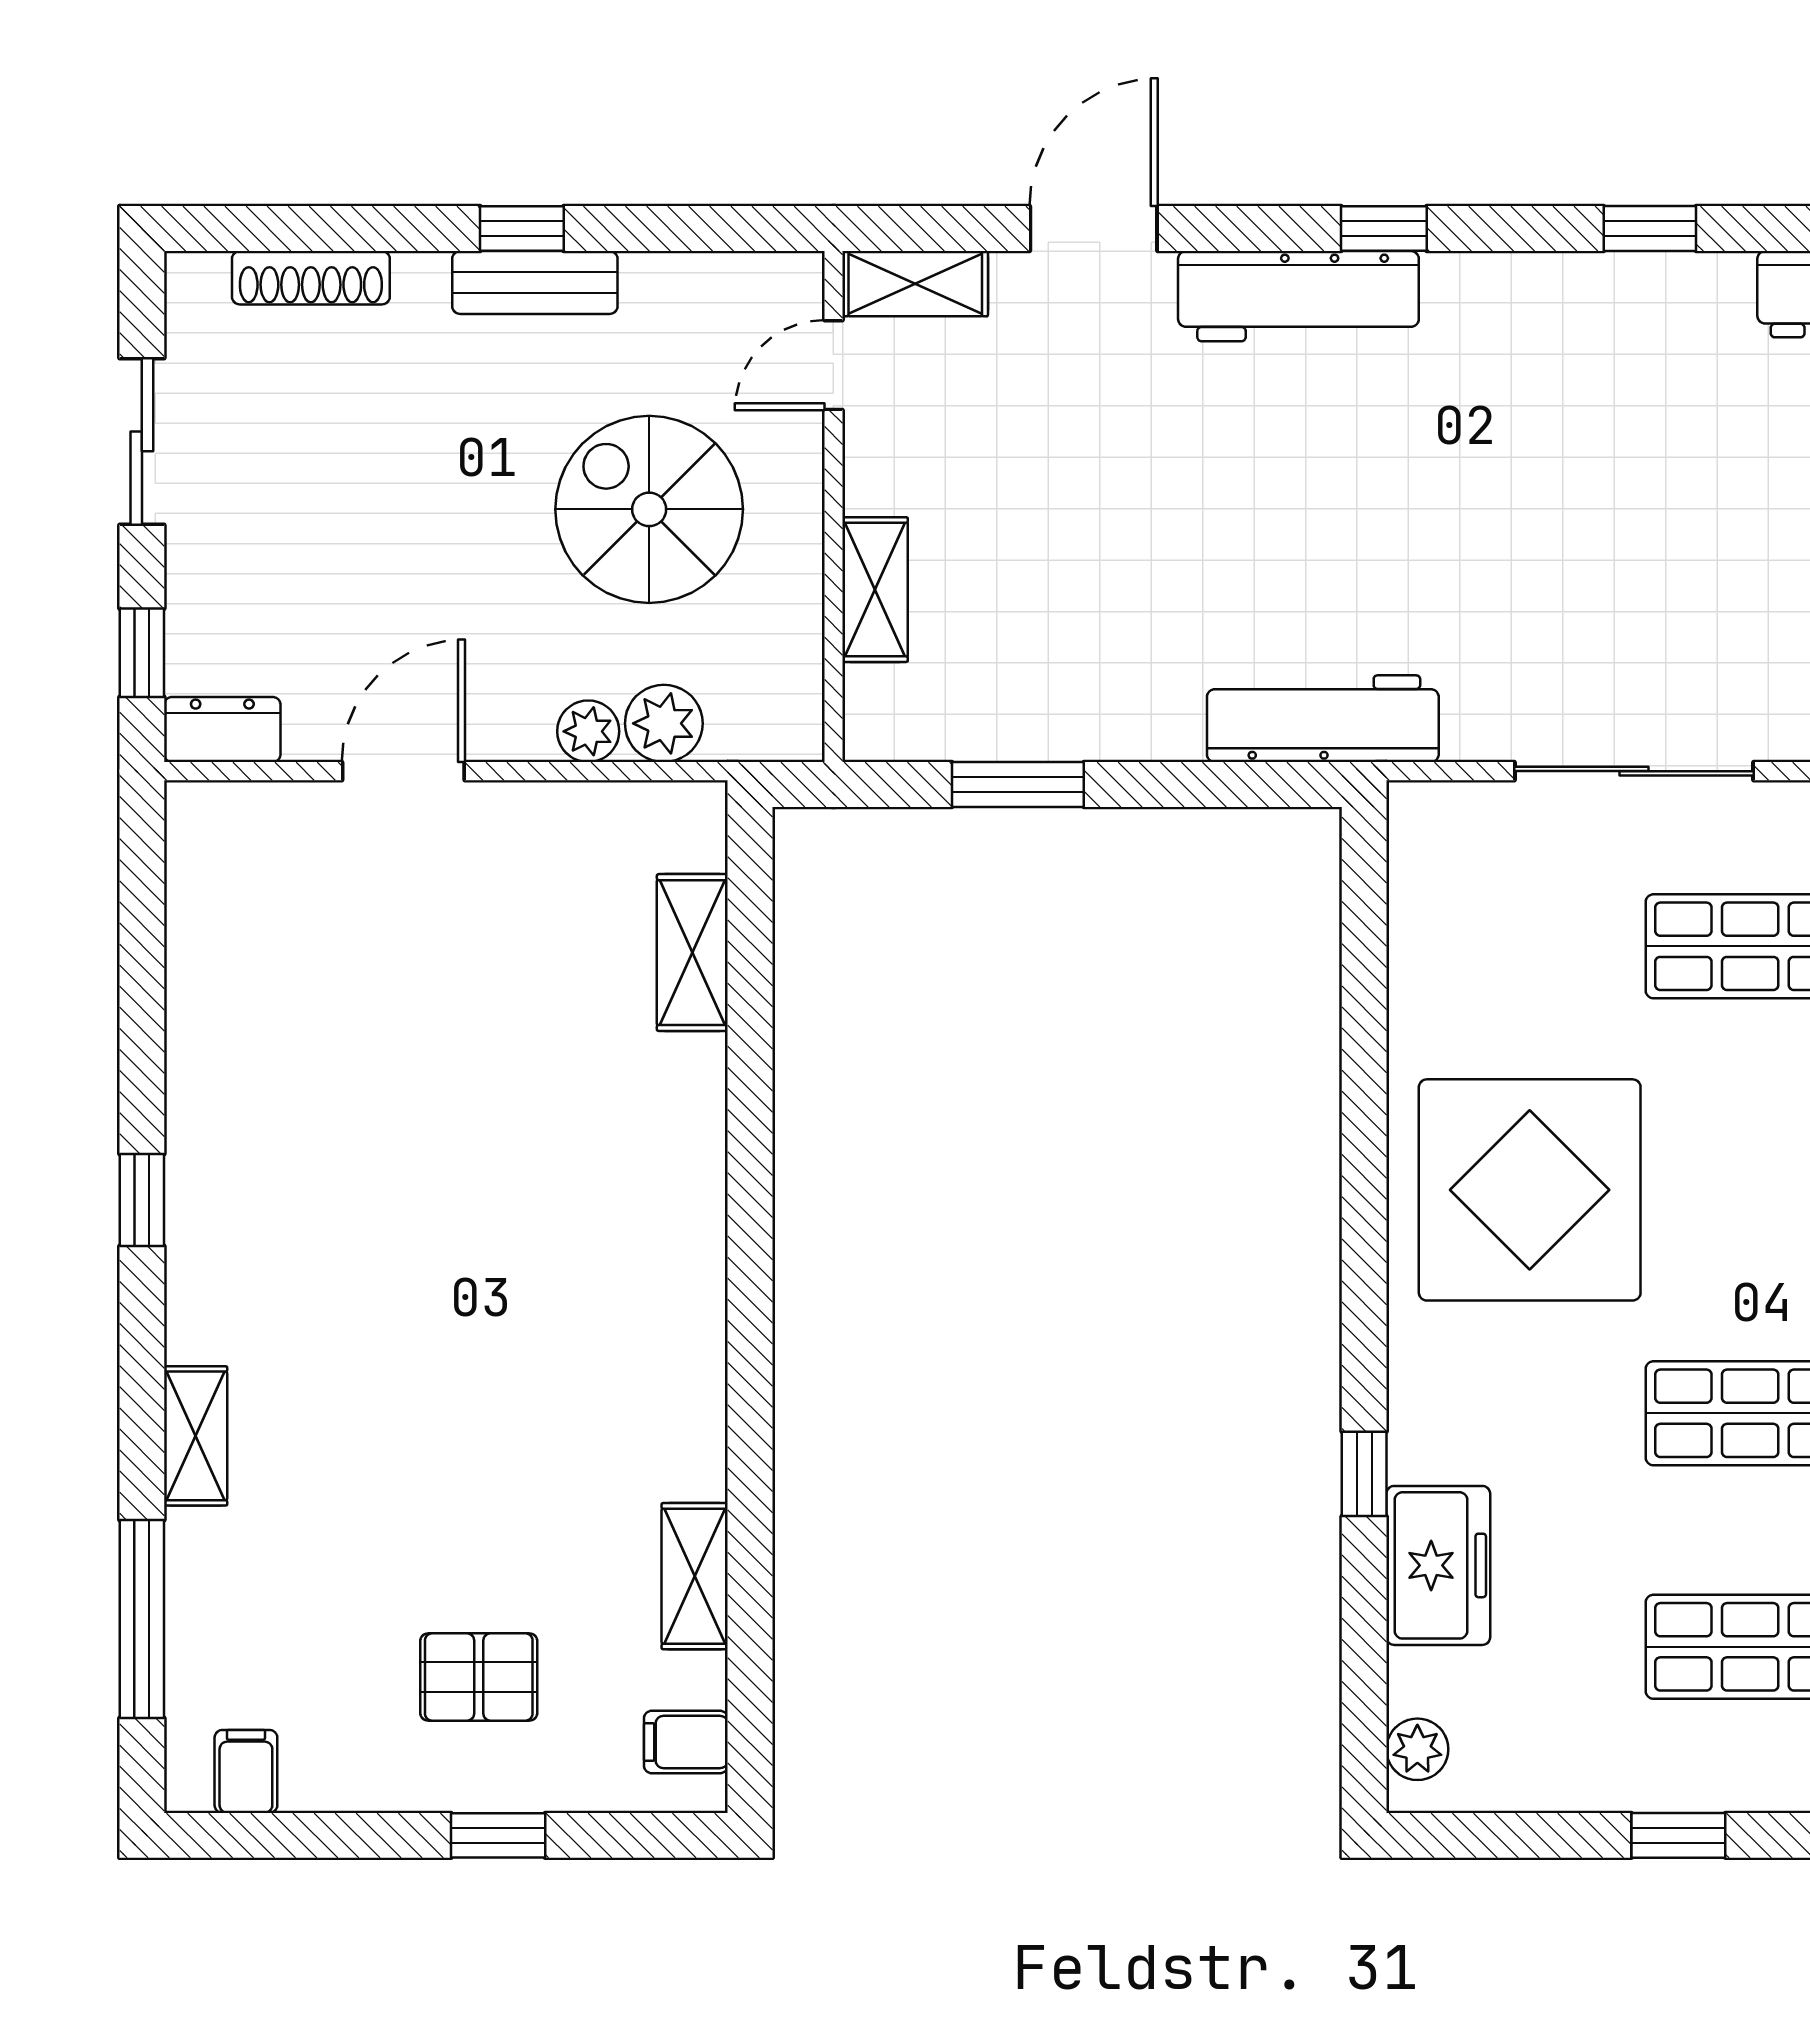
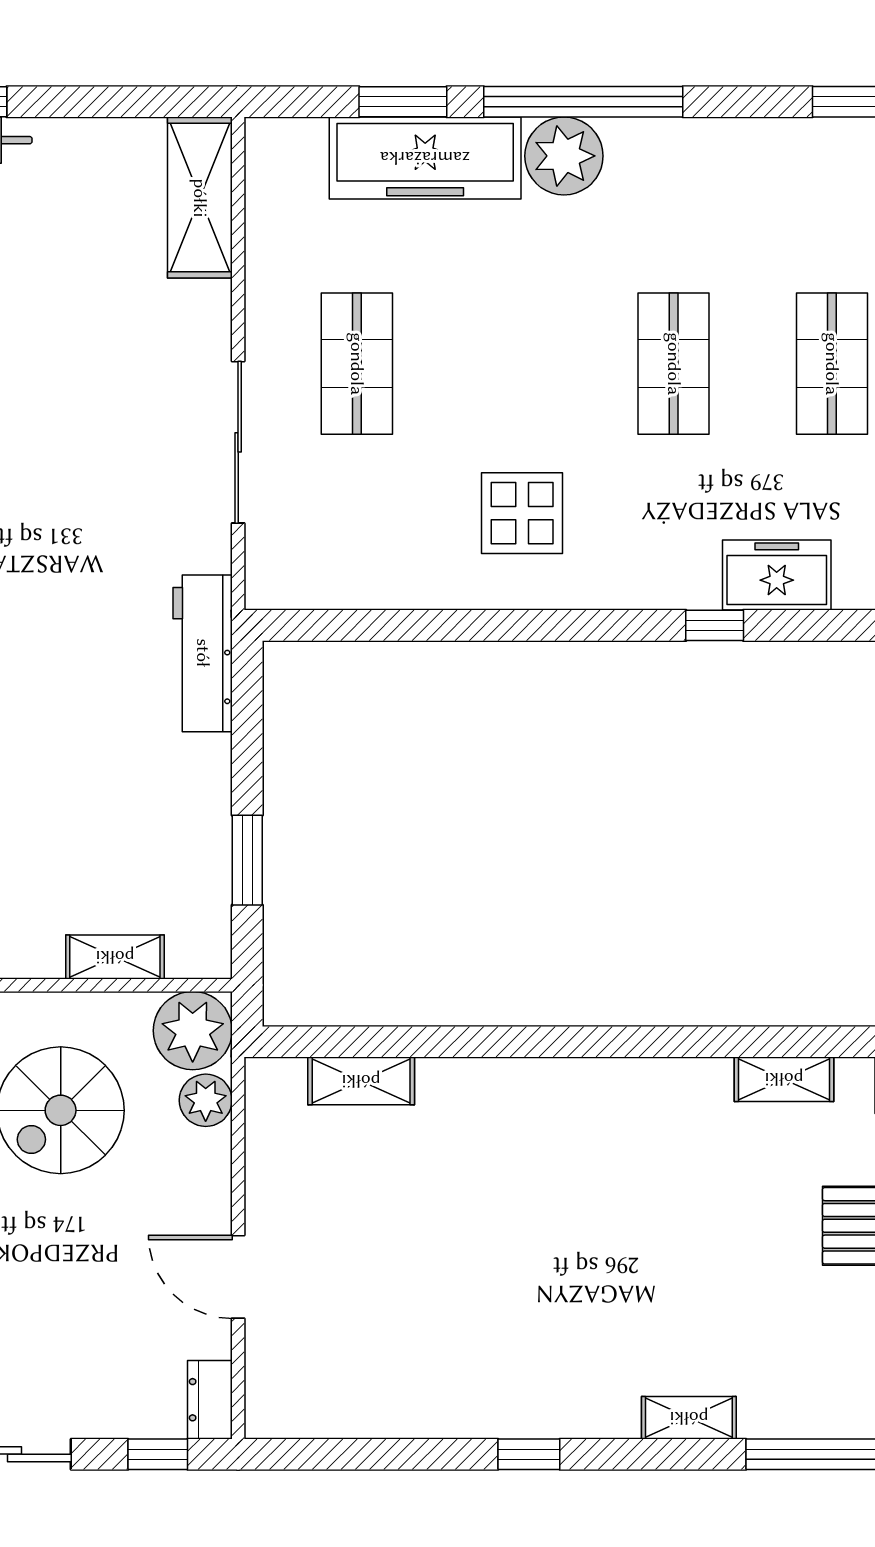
plant: (588, 731) -> (193, 1031), moved, width x1.88, depth x1.88
display table: (1530, 1190) -> (522, 513), width x0.54, depth x0.54

